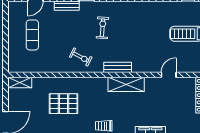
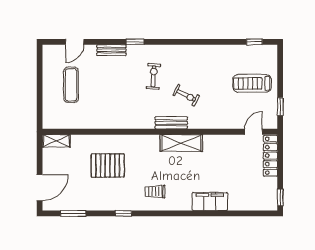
exercise bike: (81, 57) -> (186, 95), moved
door: (169, 75) -> (254, 132), moved

